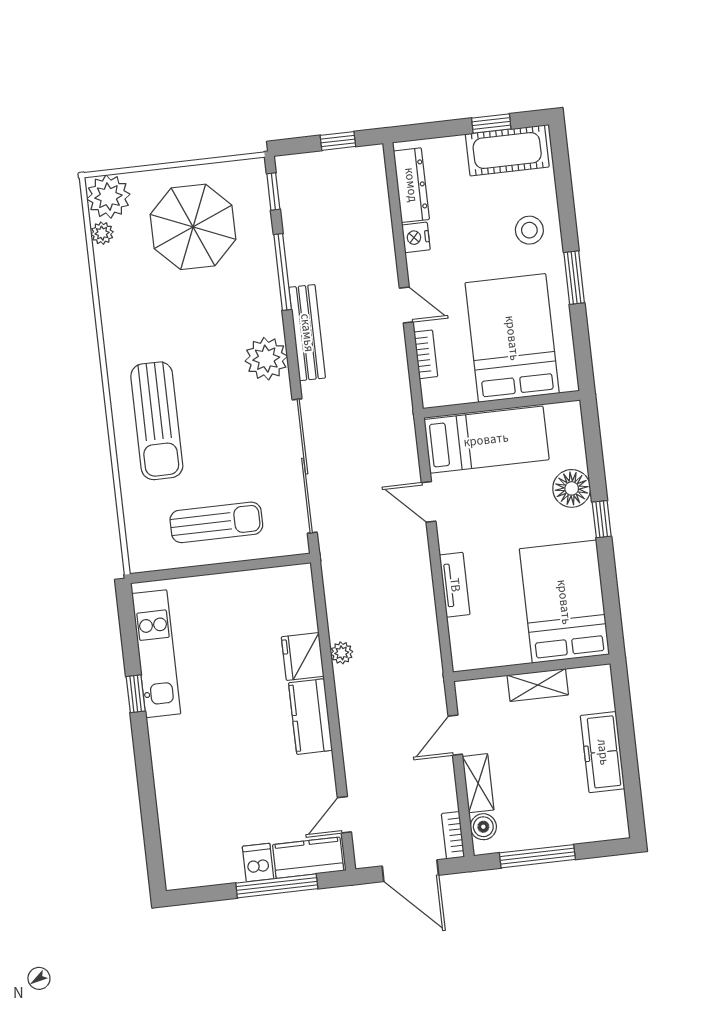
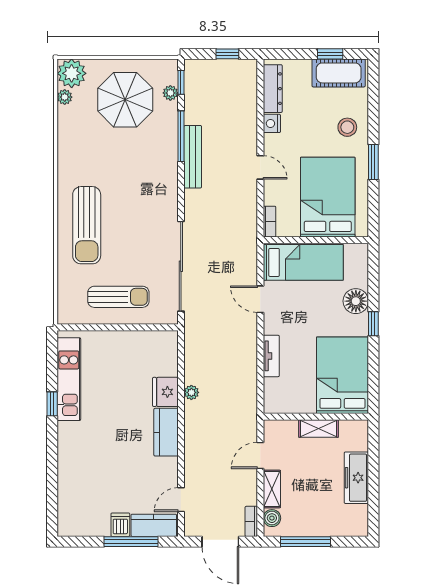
bench: (307, 333) -> (193, 157), moved
bookcase: (426, 354) -> (270, 222), moved
plant: (266, 359) -> (170, 93), moved, width x0.53, depth x0.53

